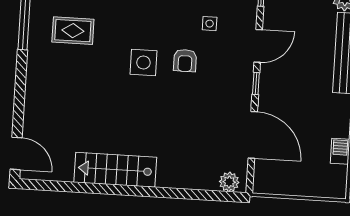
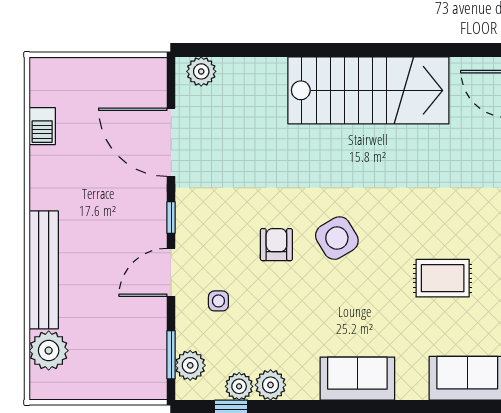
side table: (210, 24) -> (218, 301), moved
side table: (143, 62) -> (337, 238), turned -31
stairs: (115, 170) -> (368, 90), width x1.36, depth x1.51

